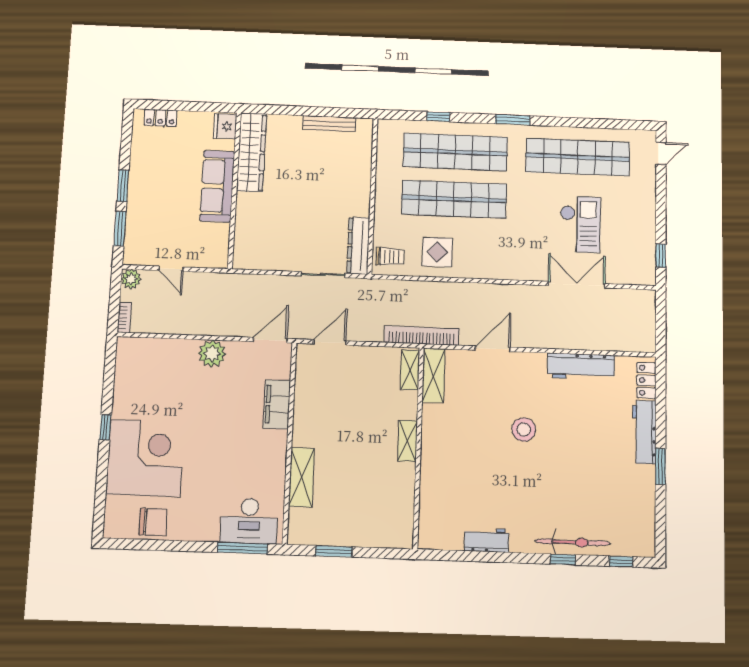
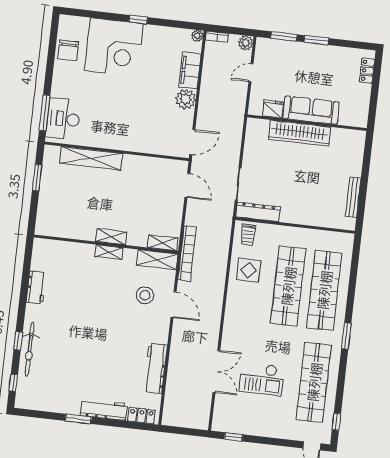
window: (438, 117) -> (336, 422), moved
fridge: (225, 126) -> (273, 109), moved
wardrobe: (252, 152) -> (300, 133), moved
door: (270, 340) -> (192, 142), hinge flipped
plant: (124, 344) -> (197, 36), added
filing cabinet: (277, 404) -> (190, 70), moved, turned -90
stool: (524, 430) -> (145, 295), moved
shelving: (429, 442) -> (109, 252), added
shelving: (301, 477) -> (91, 158), width x1.47

